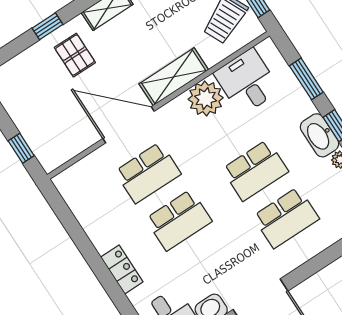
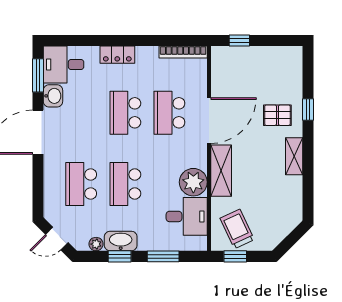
bookcase: (73, 201) -> (183, 52), added

